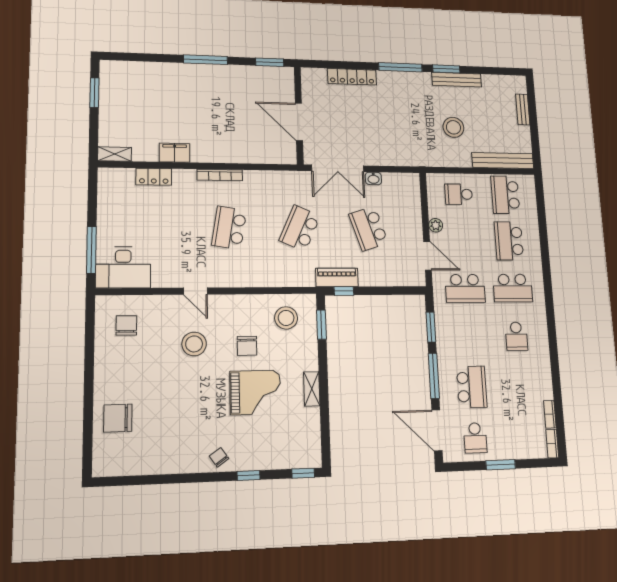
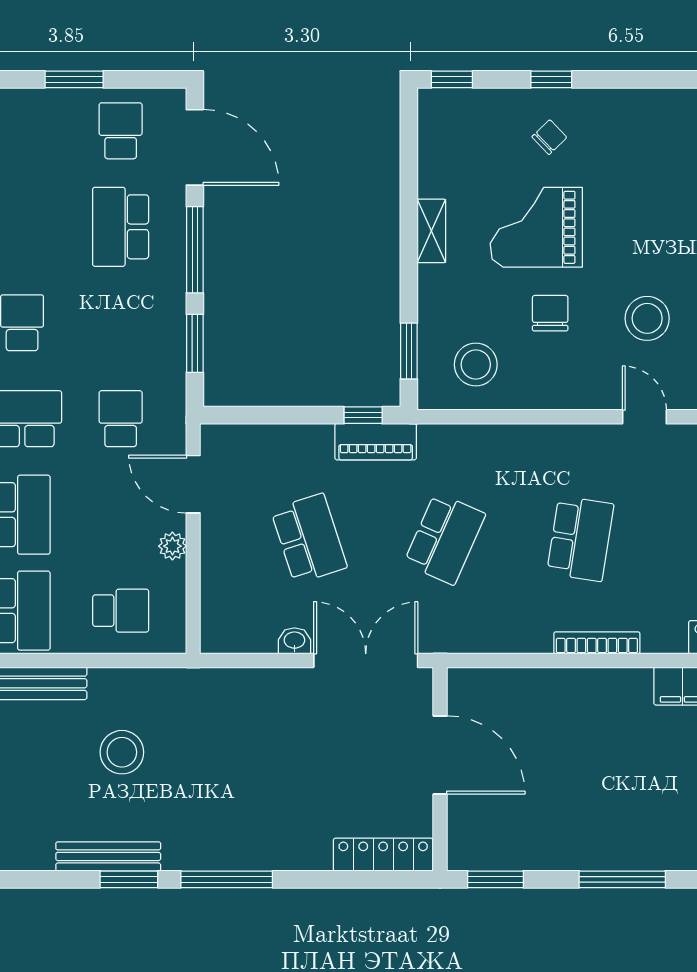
locker: (352, 77) -> (383, 855), moved
school desk: (465, 288) -> (121, 419), width x0.54
chair: (219, 457) -> (549, 137), moved, turned -99

